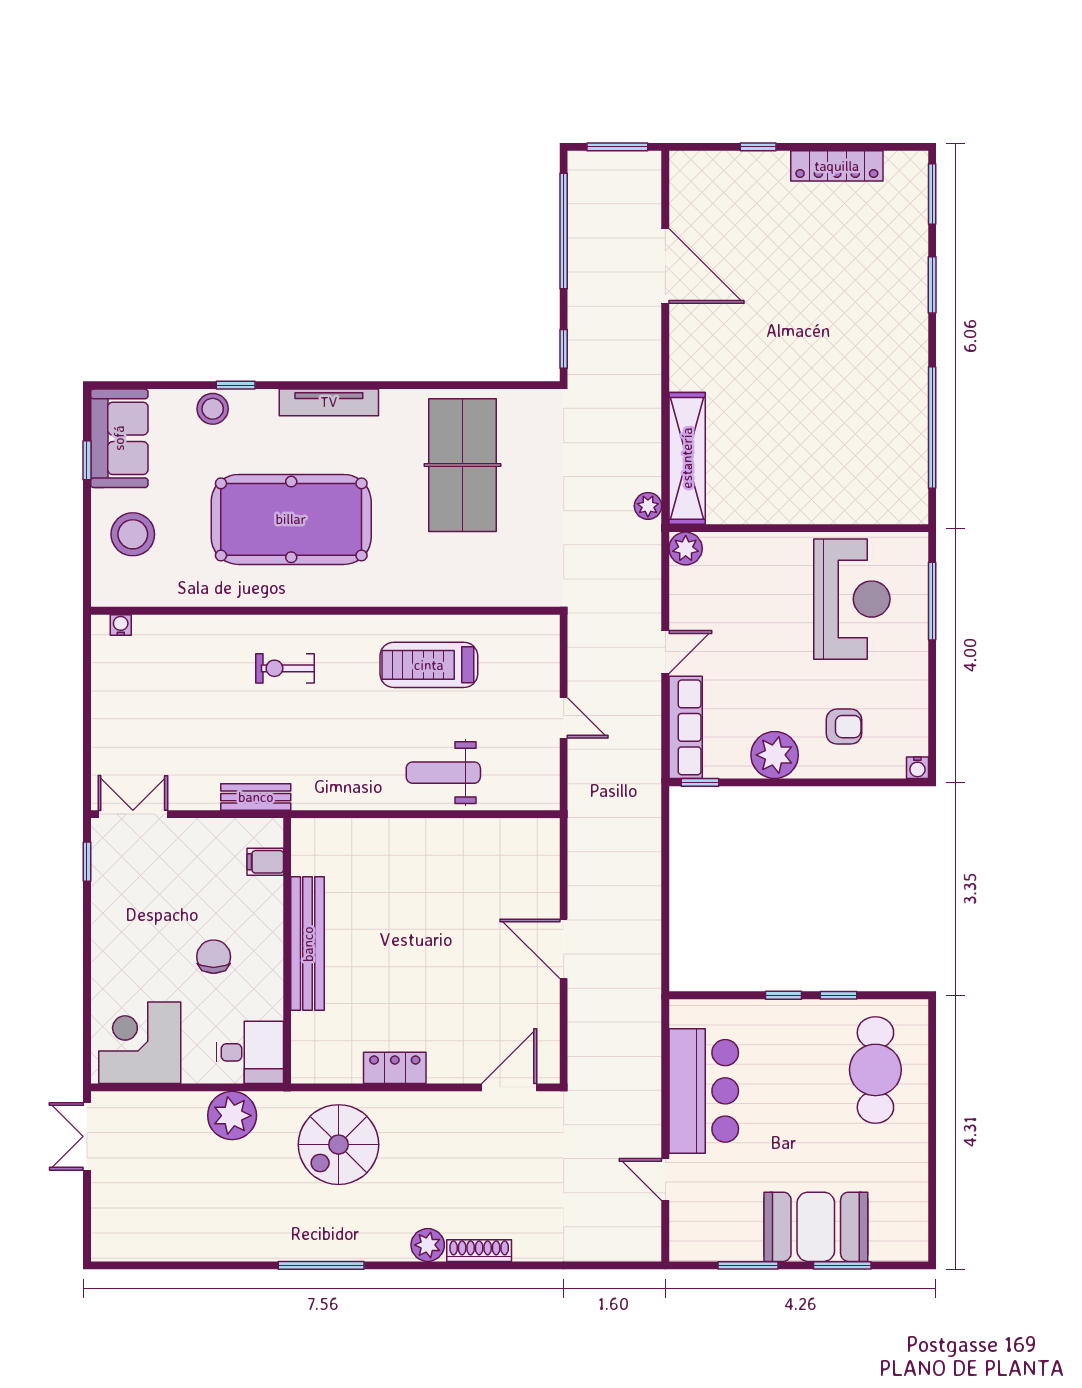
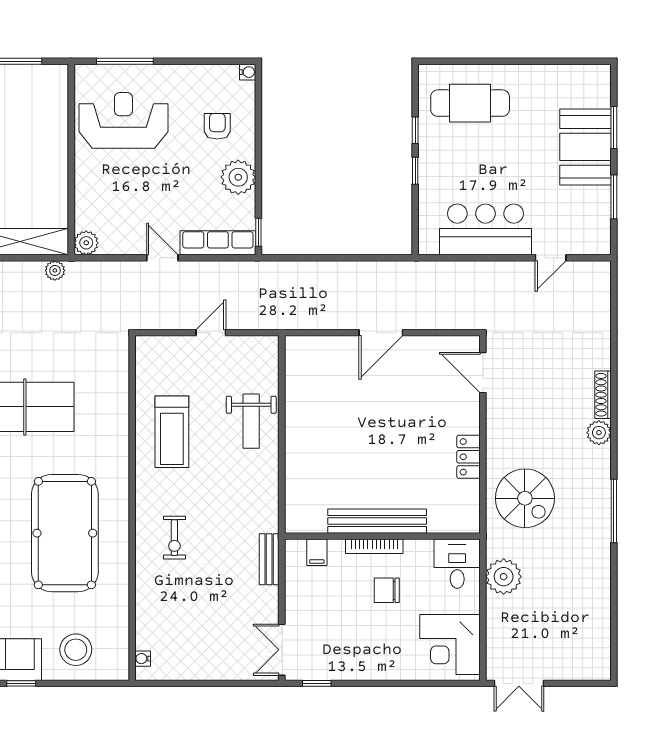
bookcase: (273, 940) -> (374, 546), added

